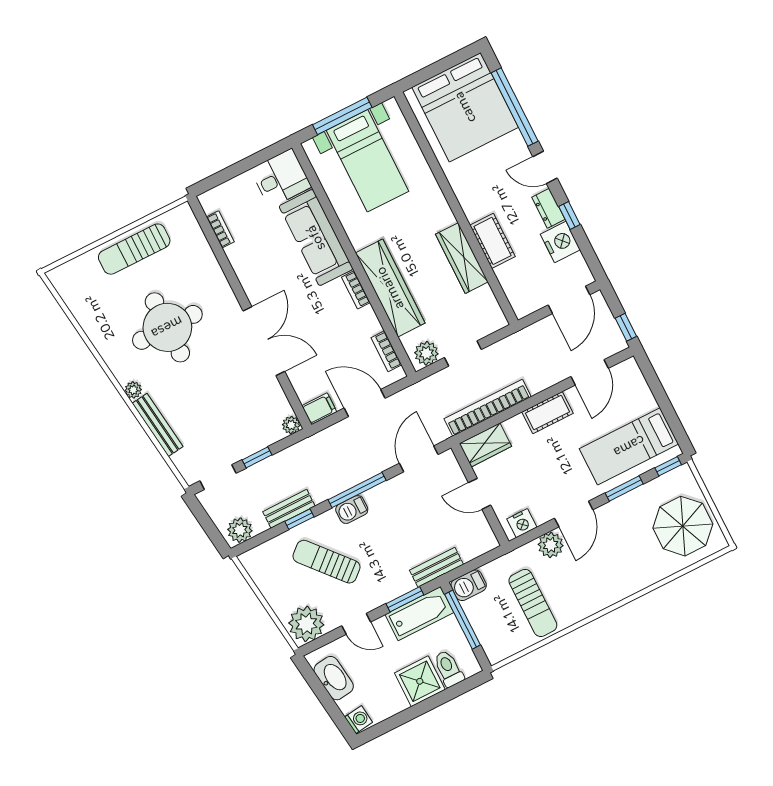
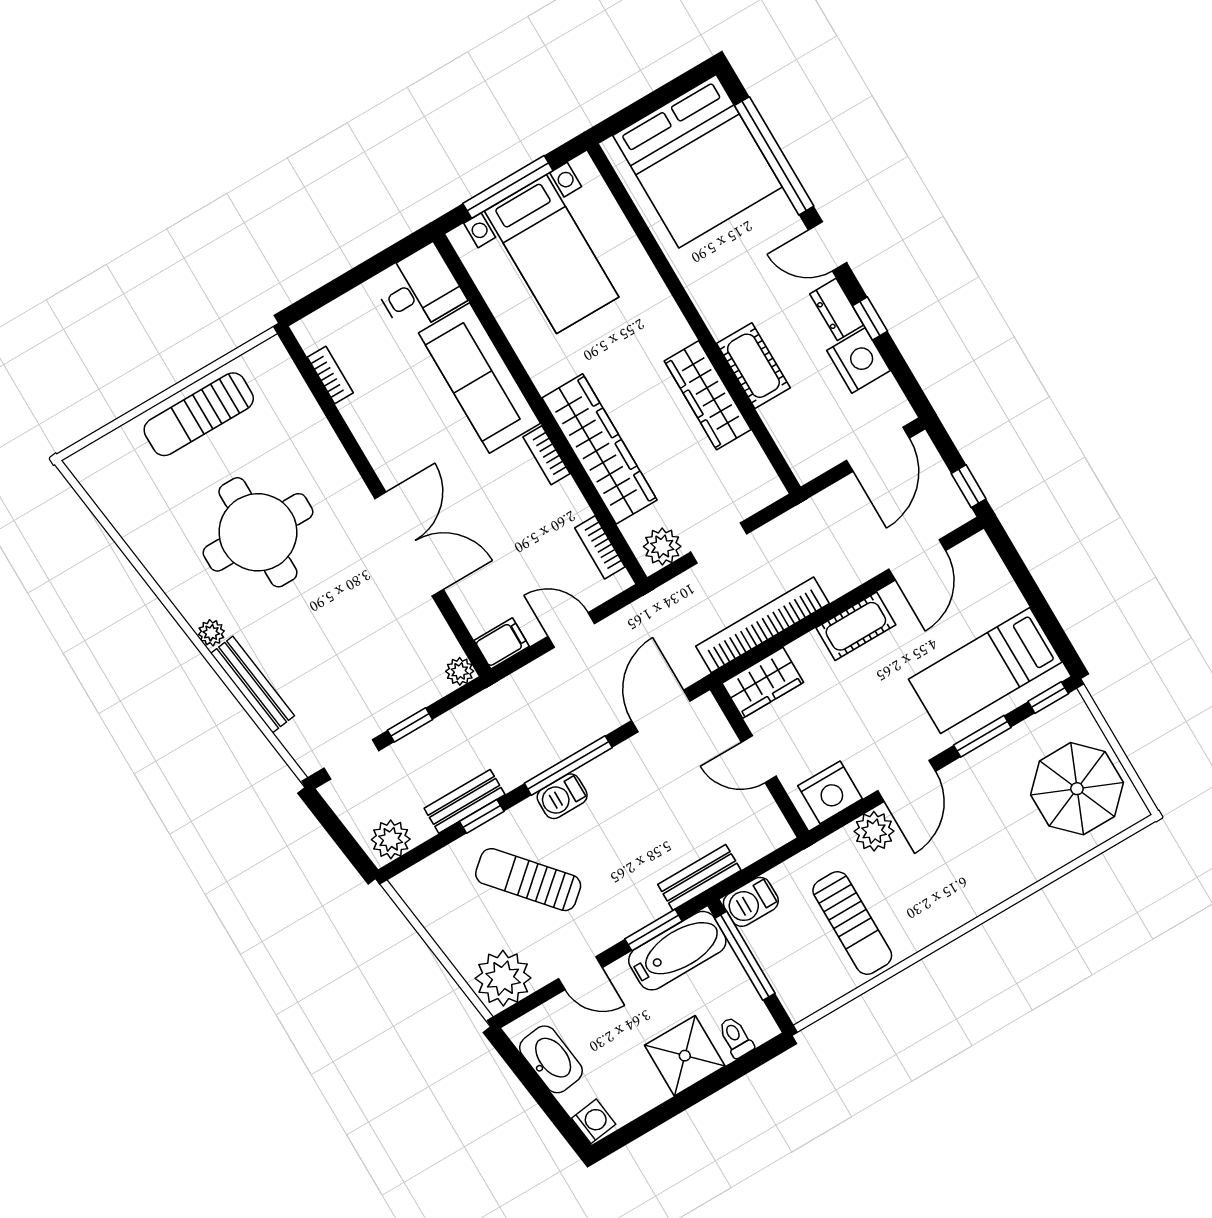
door: (365, 403) -> (571, 630), width x0.73
nightstand: (522, 523) -> (830, 792), width x1.36, depth x1.33
toilet: (448, 669) -> (736, 1037), width x0.73, depth x0.72

